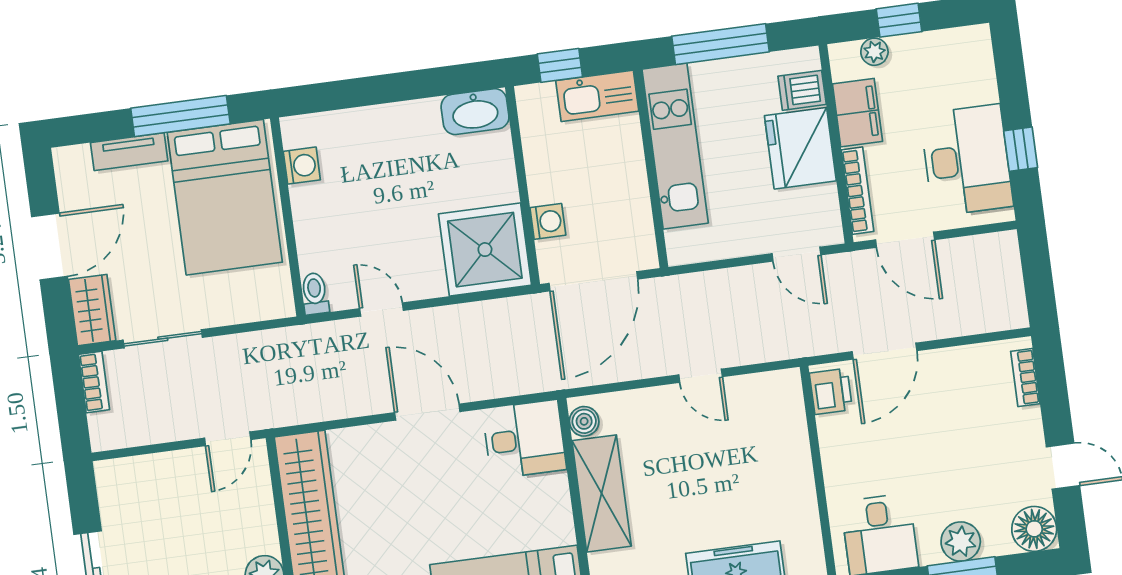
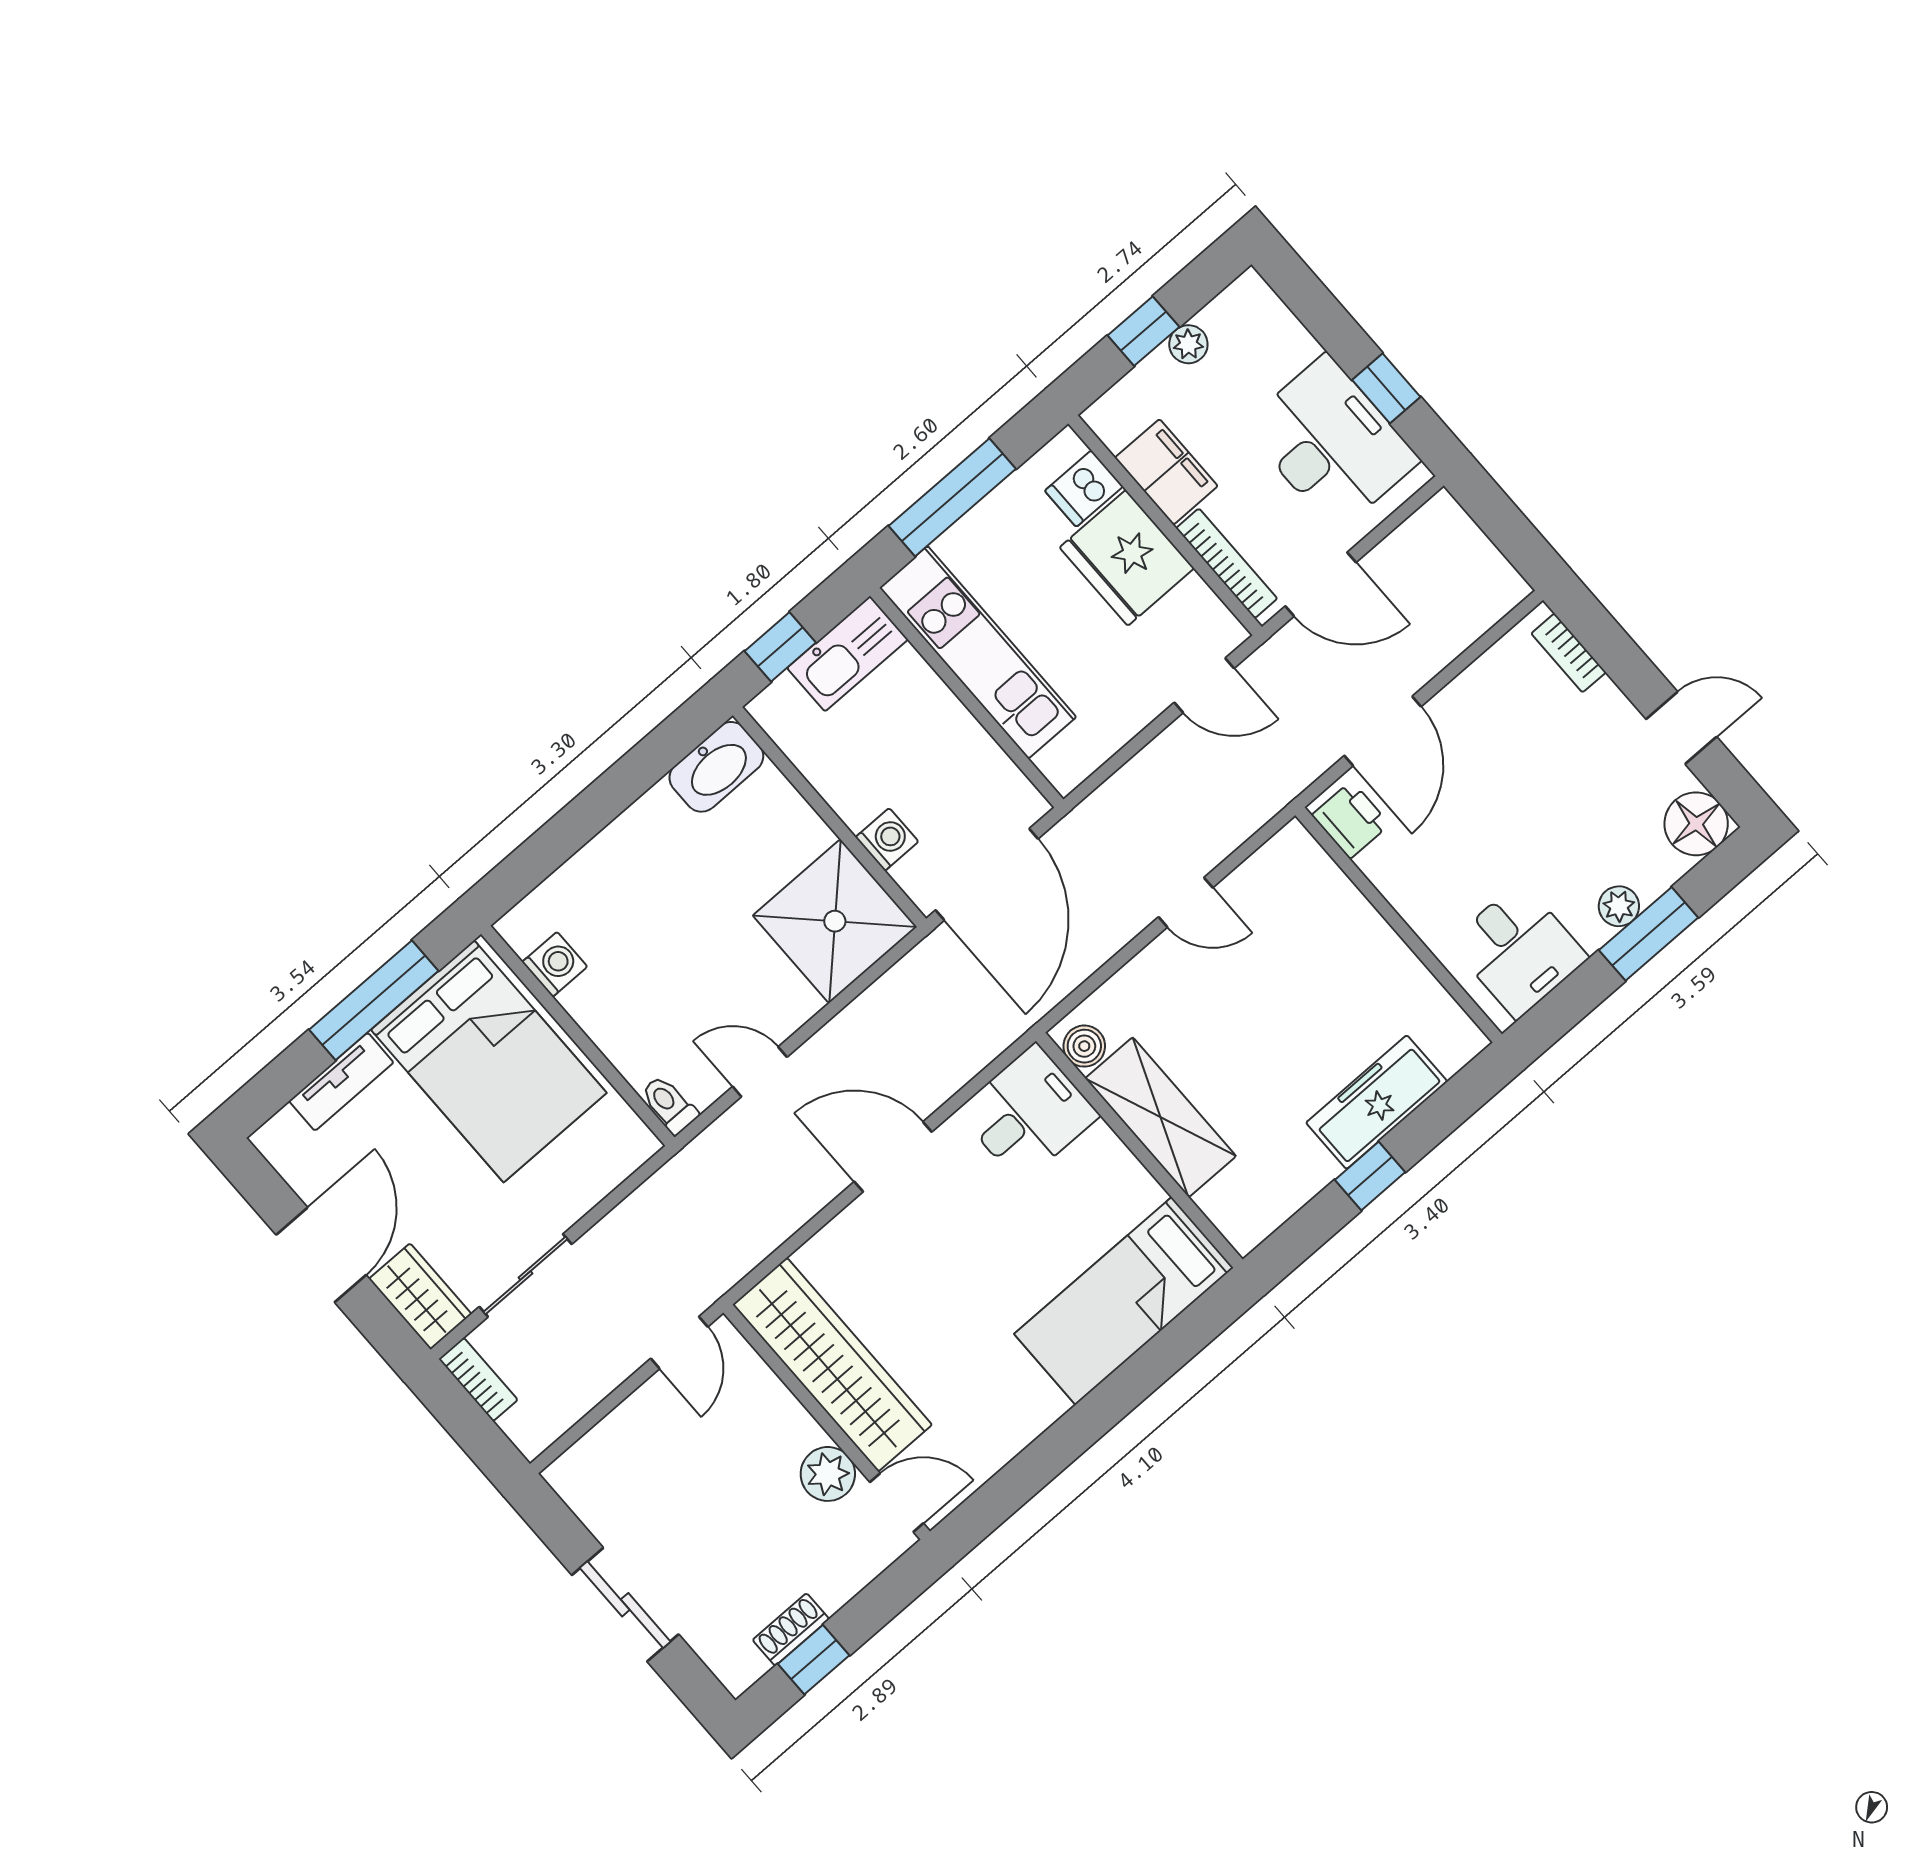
plant: (874, 52) -> (1188, 344), moved
plant: (961, 542) -> (1619, 906), width x0.73, depth x0.73

